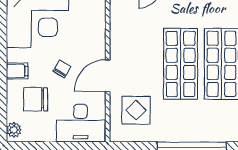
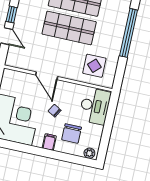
door: (108, 76) -> (47, 76), moved

